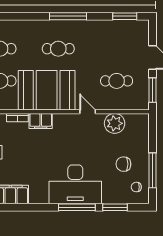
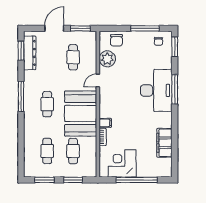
dresser: (122, 27) -> (30, 53), added
filing cabinet: (41, 121) -> (105, 123), width x0.50
chair: (123, 164) -> (116, 40), moved
window: (115, 207) -> (175, 47), moved

